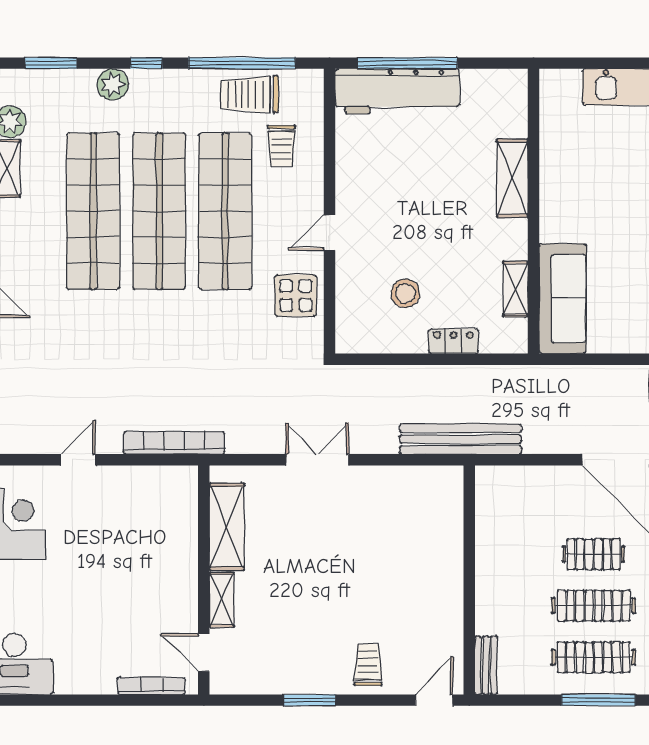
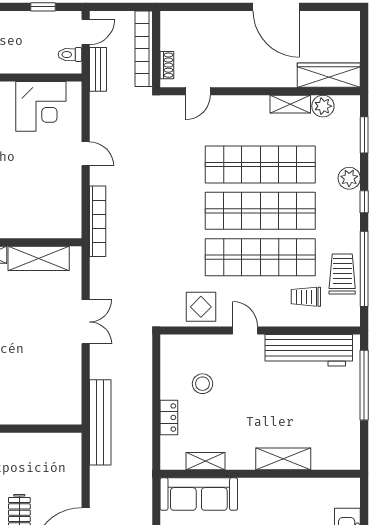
workbench: (397, 91) -> (309, 350), moved, turned -90

